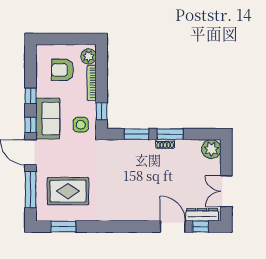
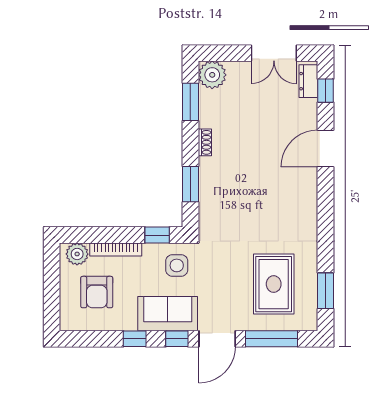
window: (170, 134) -> (190, 102), moved
dresser: (202, 215) -> (308, 81), width x0.70
door: (173, 227) -> (325, 148), moved

